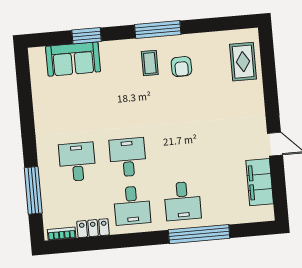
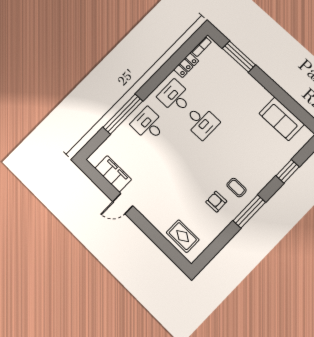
sofa: (73, 59) -> (282, 119), moved, turned -90
desk: (77, 162) -> (228, 94), removed

